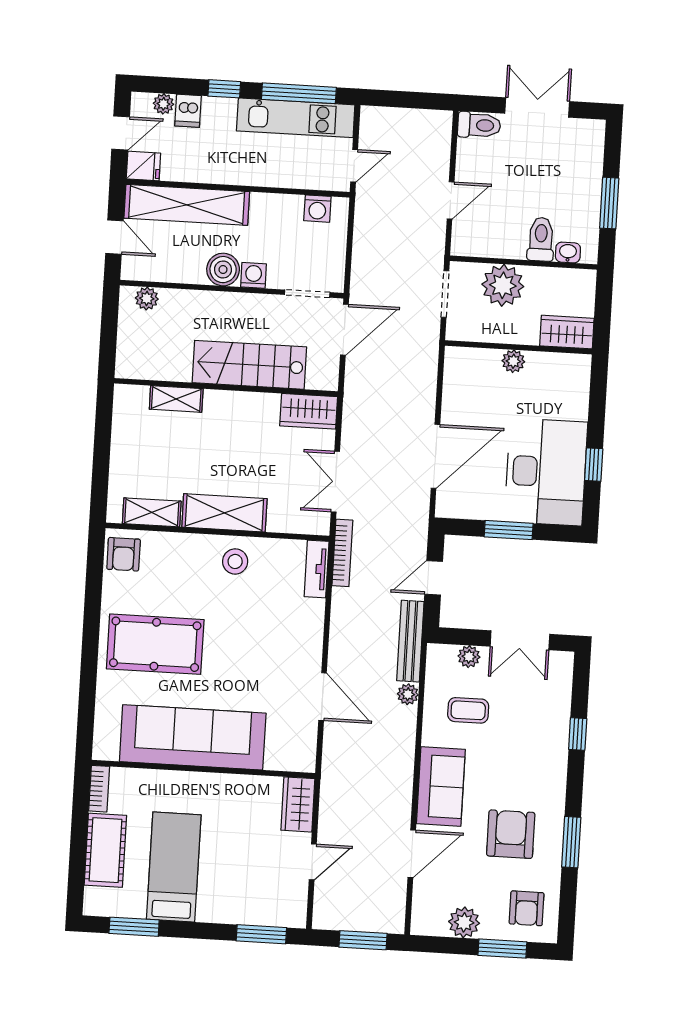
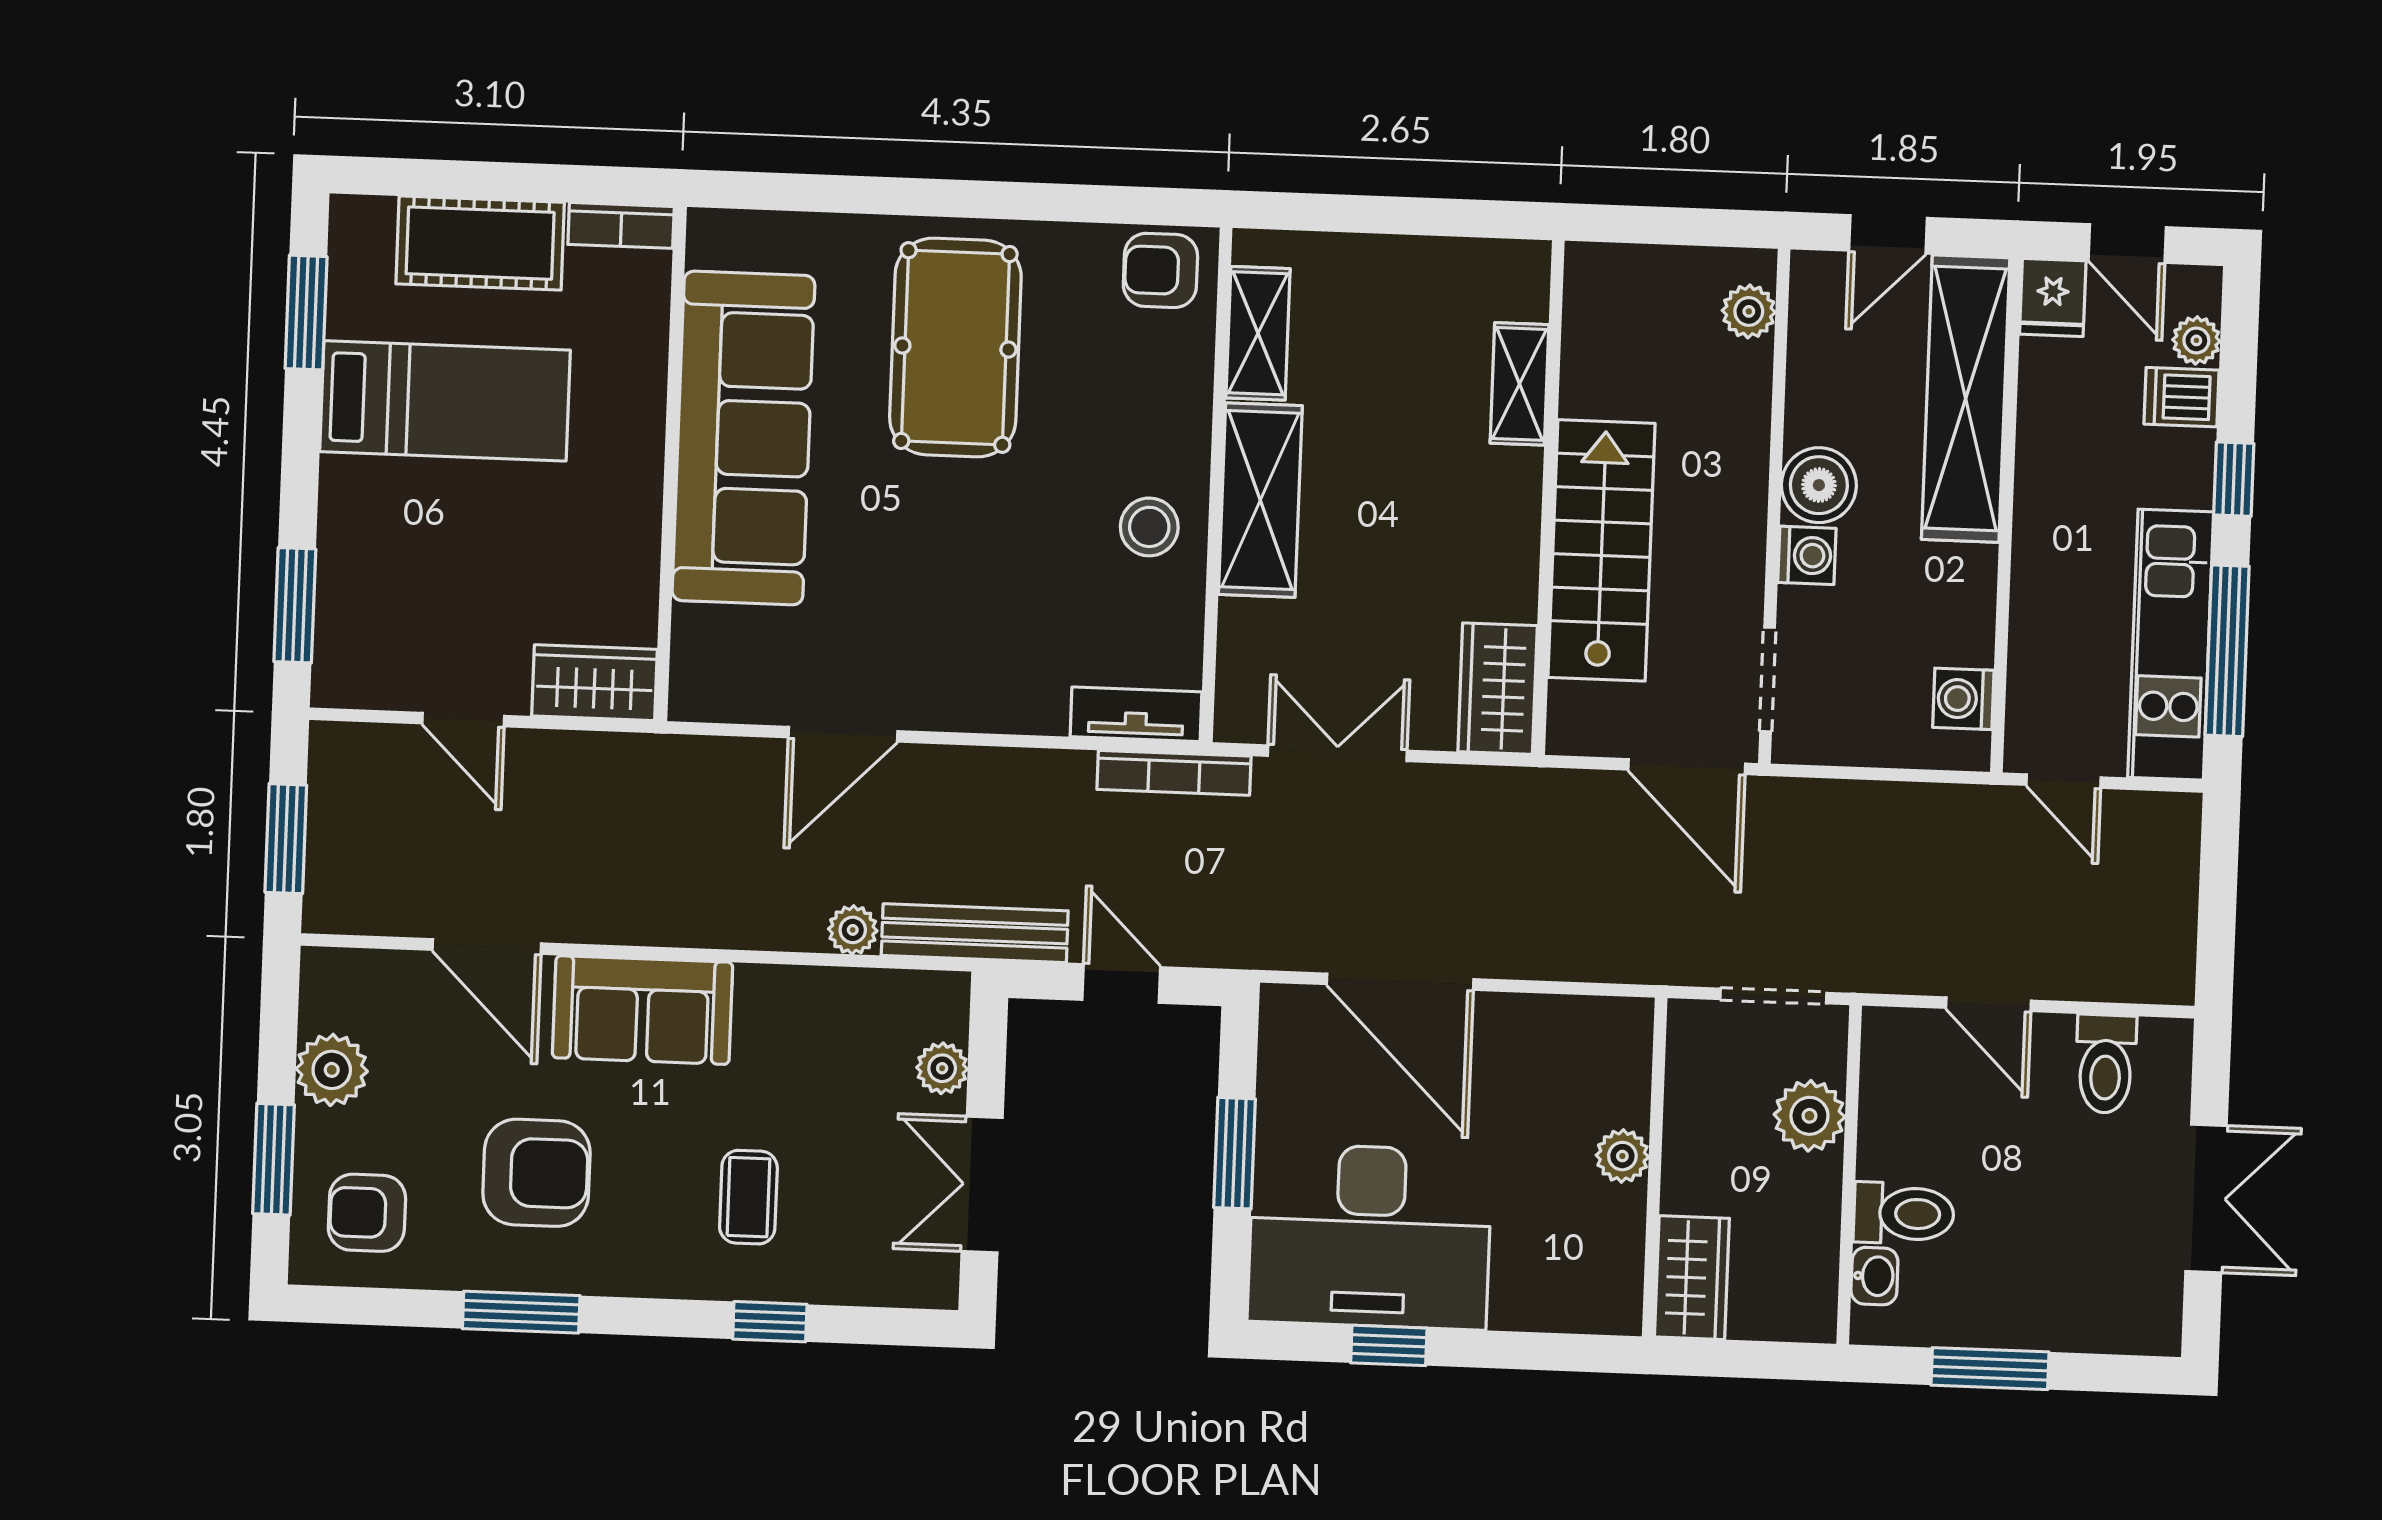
toilet: (479, 125) -> (2106, 1064), moved
plant: (503, 285) -> (1809, 1116), width x0.73, depth x0.73
coffee table: (468, 710) -> (748, 1197), moved

